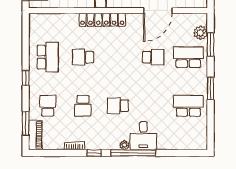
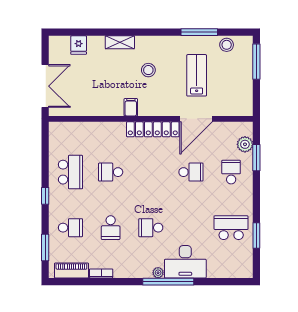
locker: (102, 20) -> (153, 129), moved
school desk: (188, 57) -> (231, 172), width x0.54
window: (211, 88) -> (256, 236), moved
school desk: (48, 106) -> (70, 228), turned 90
piano: (35, 135) -> (71, 270), moved, turned -90
desk: (143, 136) -> (185, 262), width x1.37
window: (94, 153) -> (123, 282), removed

